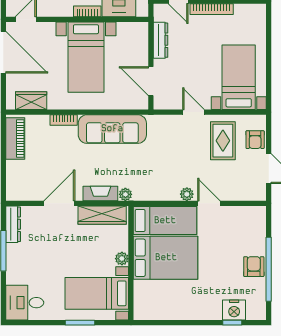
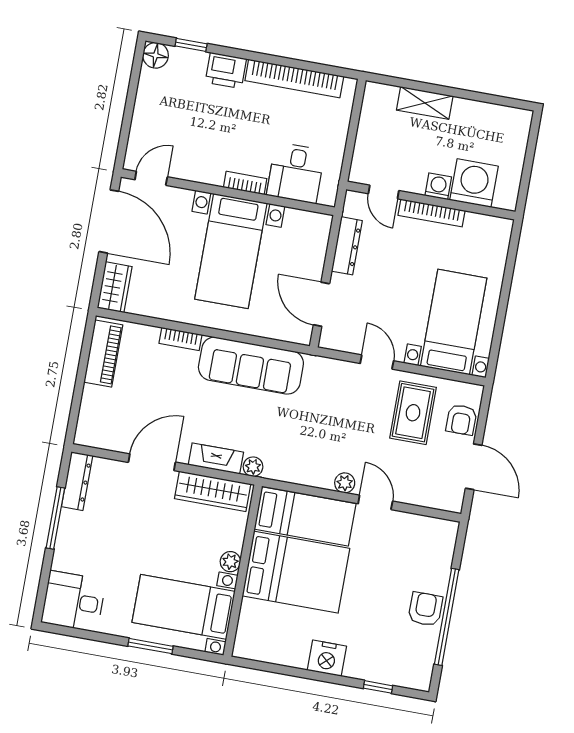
wardrobe: (31, 101) -> (115, 287), moved, turned 90
nightstand: (234, 310) -> (327, 658), moved

